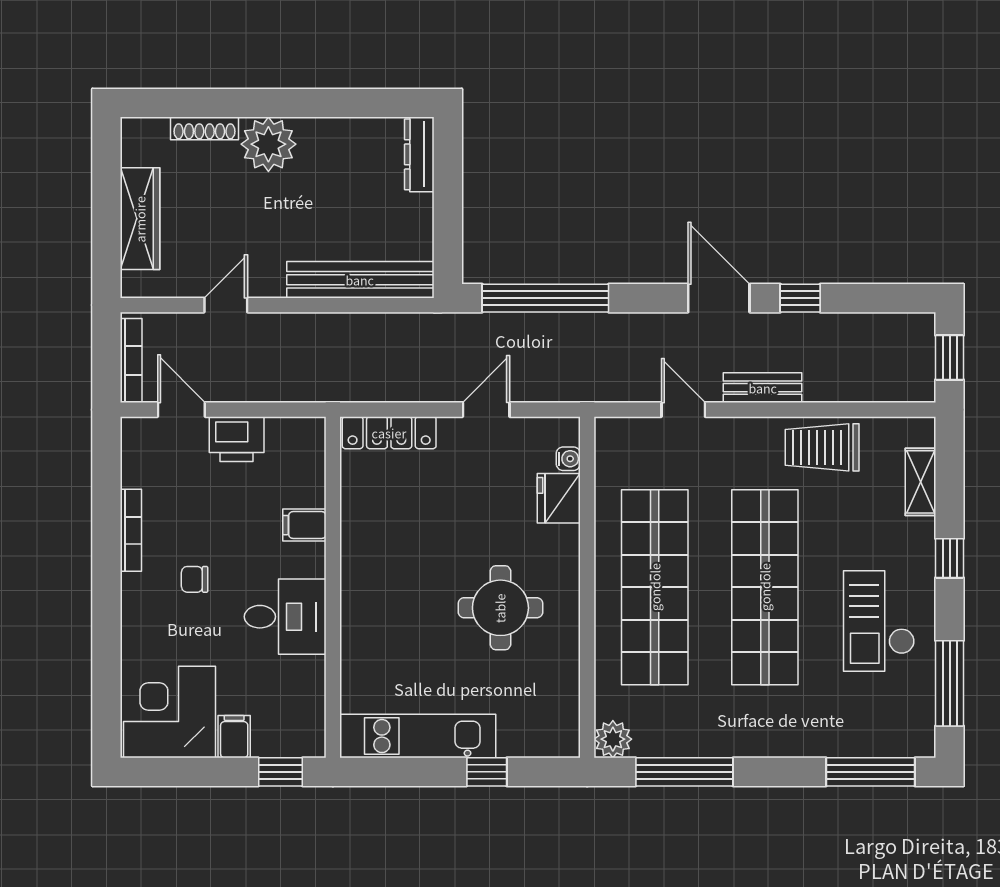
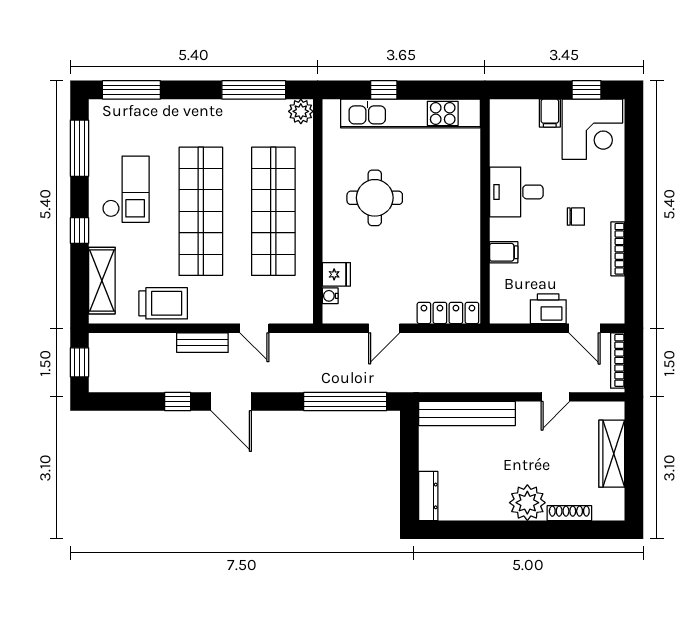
shelving: (920, 482) -> (102, 281), width x1.50, depth x1.33
fridge: (559, 498) -> (336, 274), width x0.72
kitchen unit: (418, 736) -> (411, 113), width x1.36
window: (280, 772) -> (587, 90), moved

